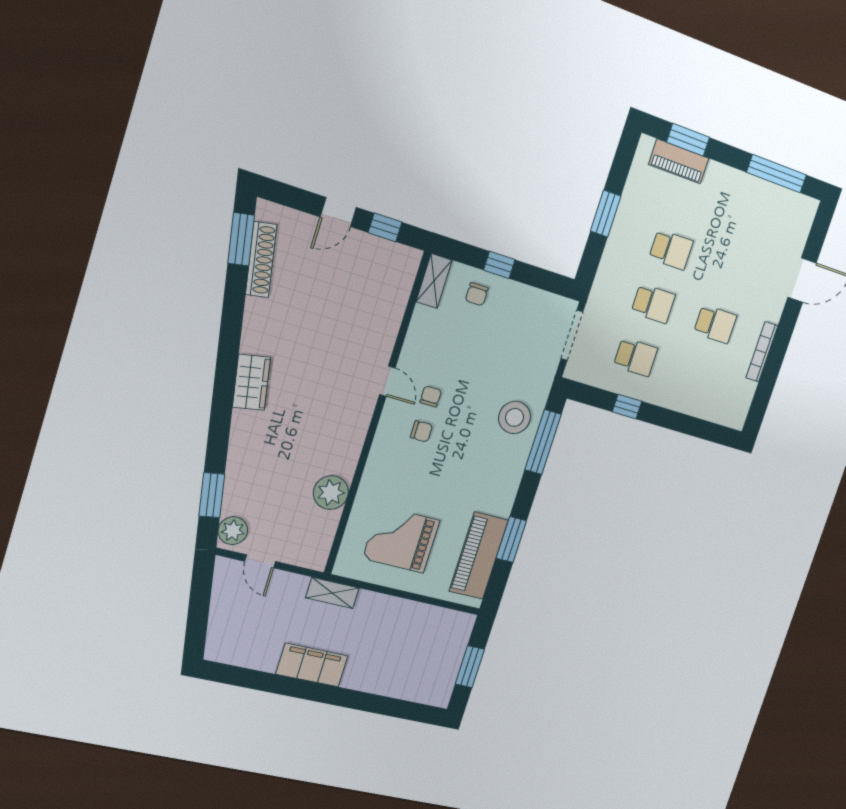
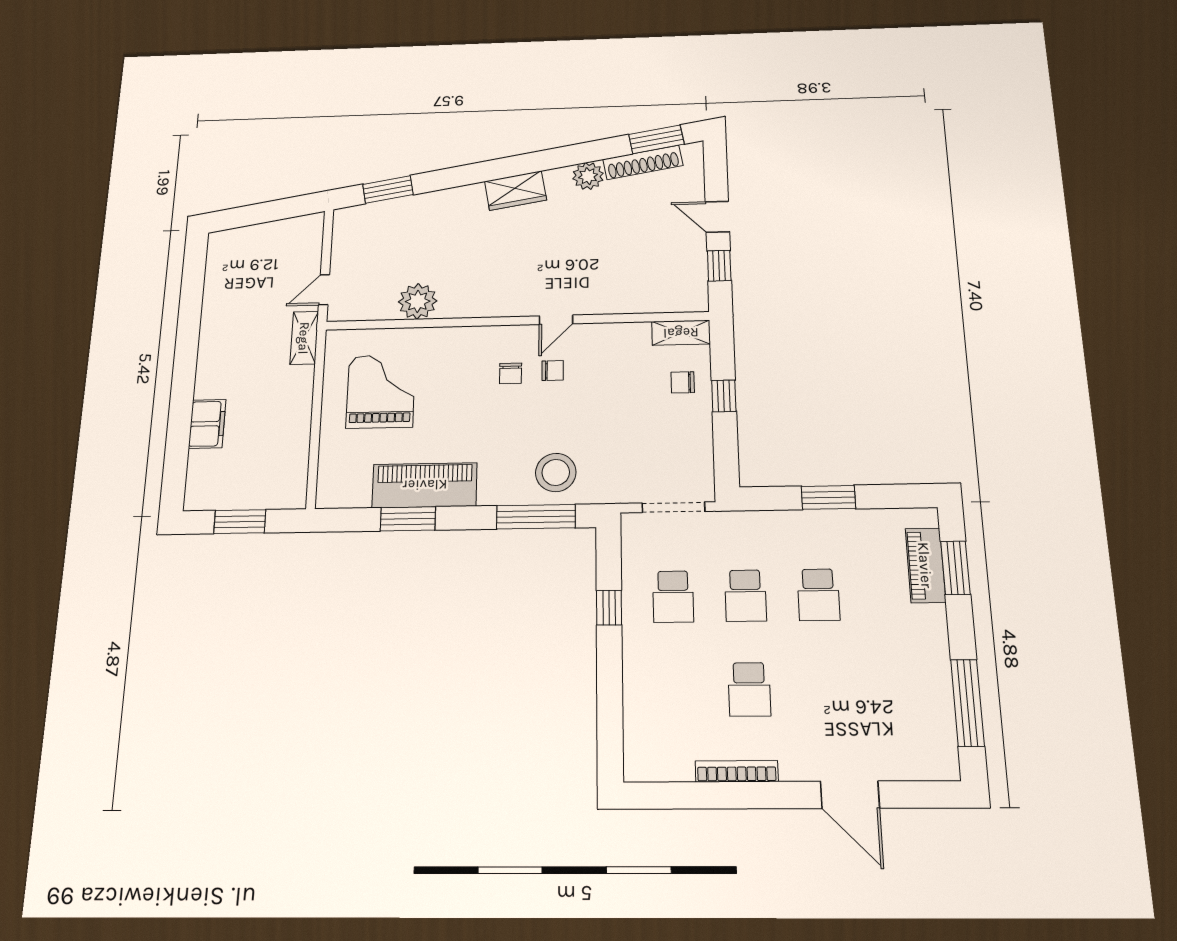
plant: (233, 531) -> (588, 176), moved
piano: (479, 556) -> (425, 485), moved
door: (260, 561) -> (324, 290), moved
filing cabinet: (312, 665) -> (207, 424), moved, width x0.67, depth x0.86

